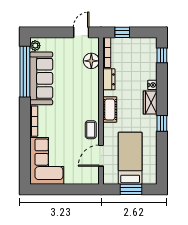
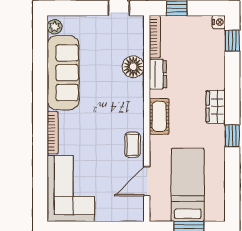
floor lamp: (91, 61) -> (133, 67), moved
window: (25, 72) -> (40, 63), removed
nightstand: (152, 85) -> (219, 22), moved

